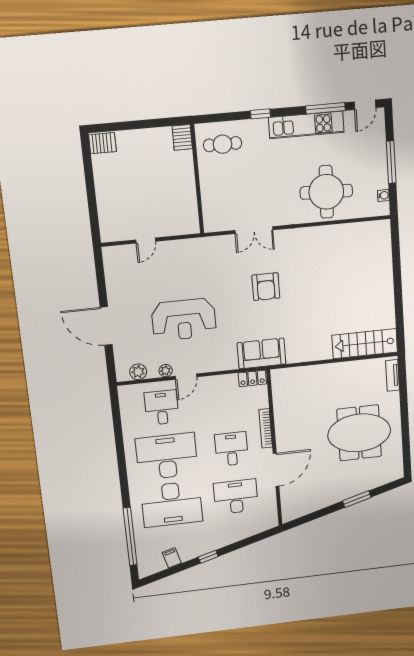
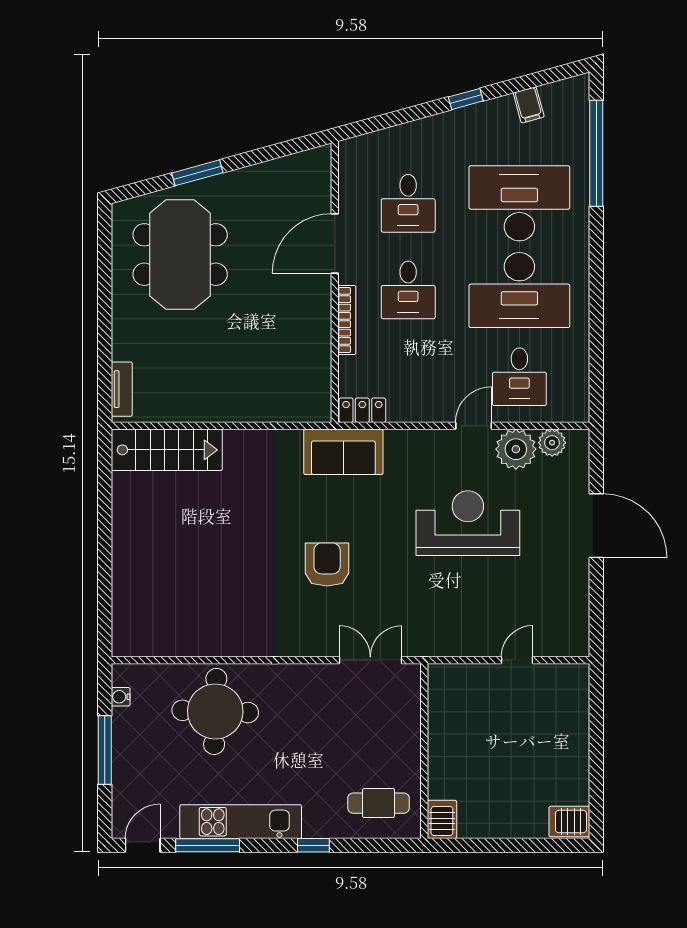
double door: (254, 230) -> (370, 660), moved
plant: (166, 371) -> (516, 449), width x1.88, depth x1.88
meeting table: (359, 433) -> (180, 255), moved, turned 90
desk: (236, 497) -> (408, 203), width x0.73

